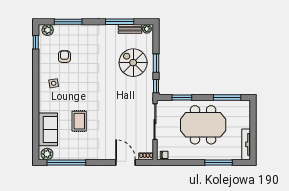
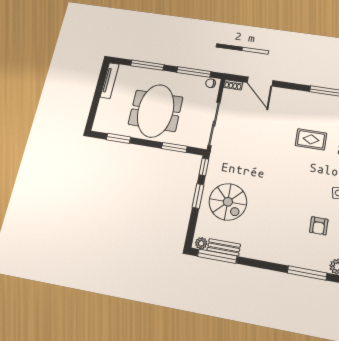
window: (120, 22) -> (217, 256), moved
window: (227, 97) -> (118, 138), width x0.69
rug: (79, 121) -> (311, 139), turned 90
meeting table: (203, 125) -> (156, 111), turned 90
window: (180, 162) -> (194, 72), added

